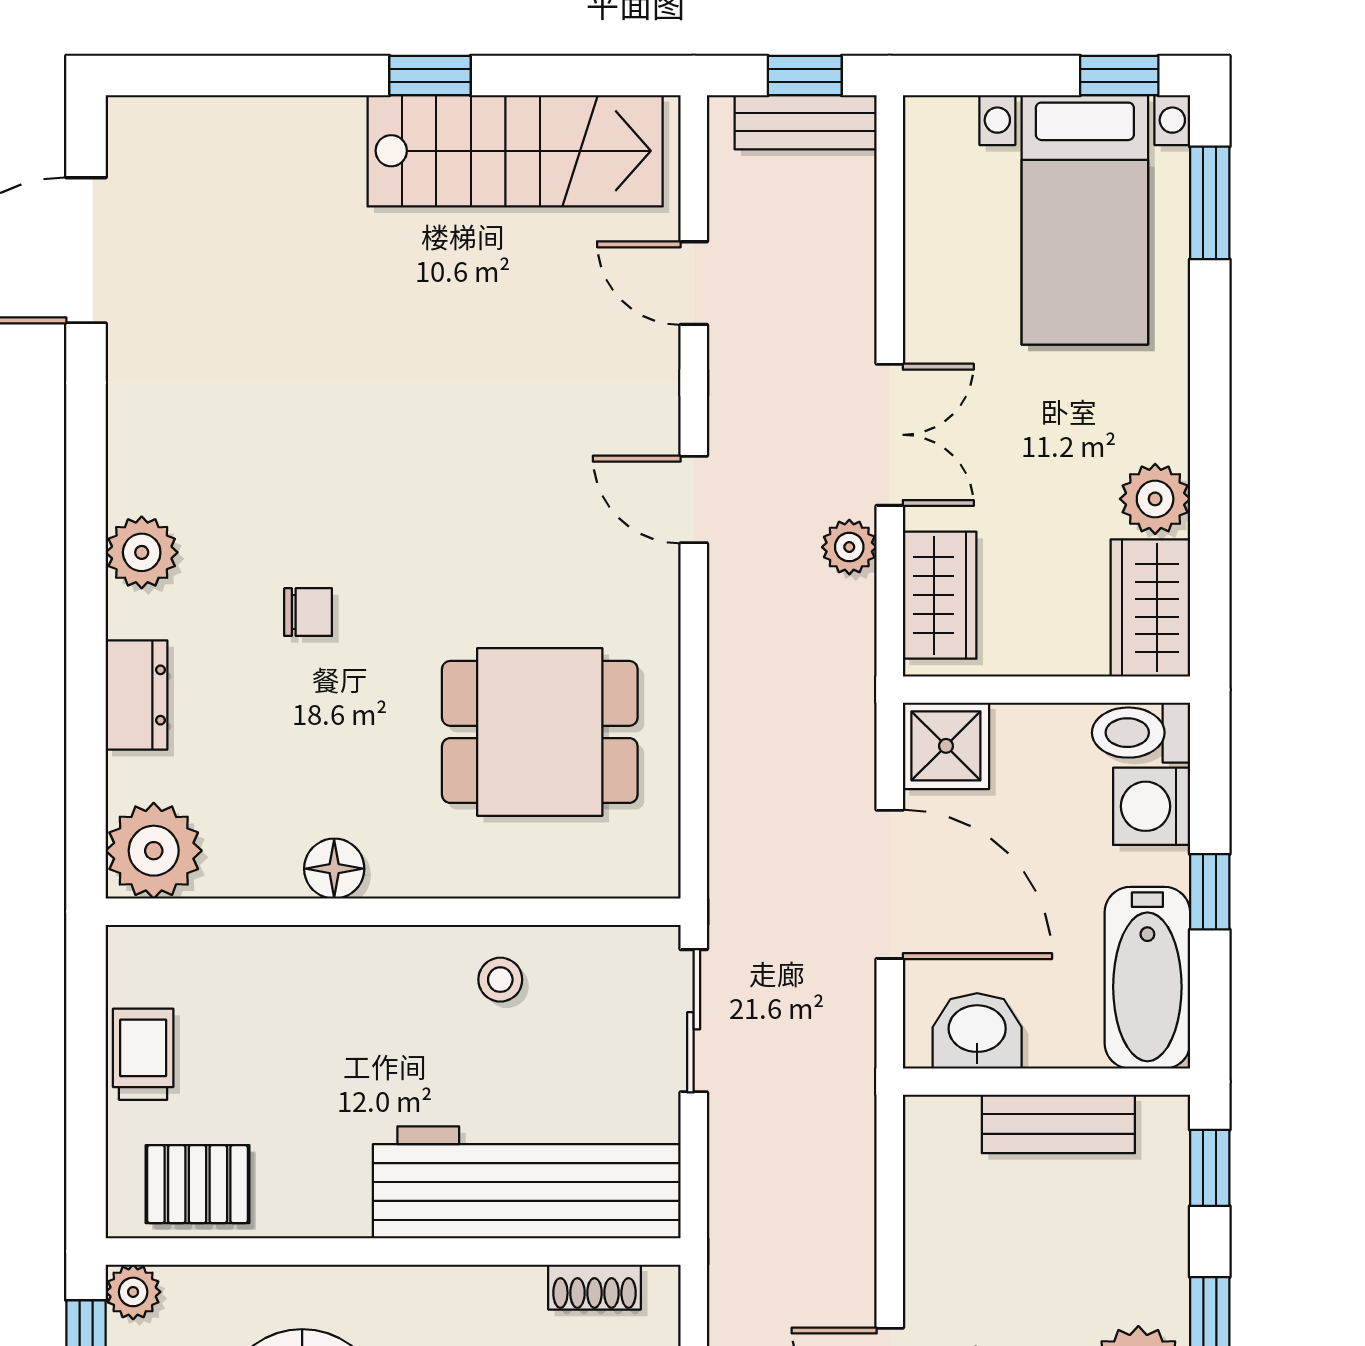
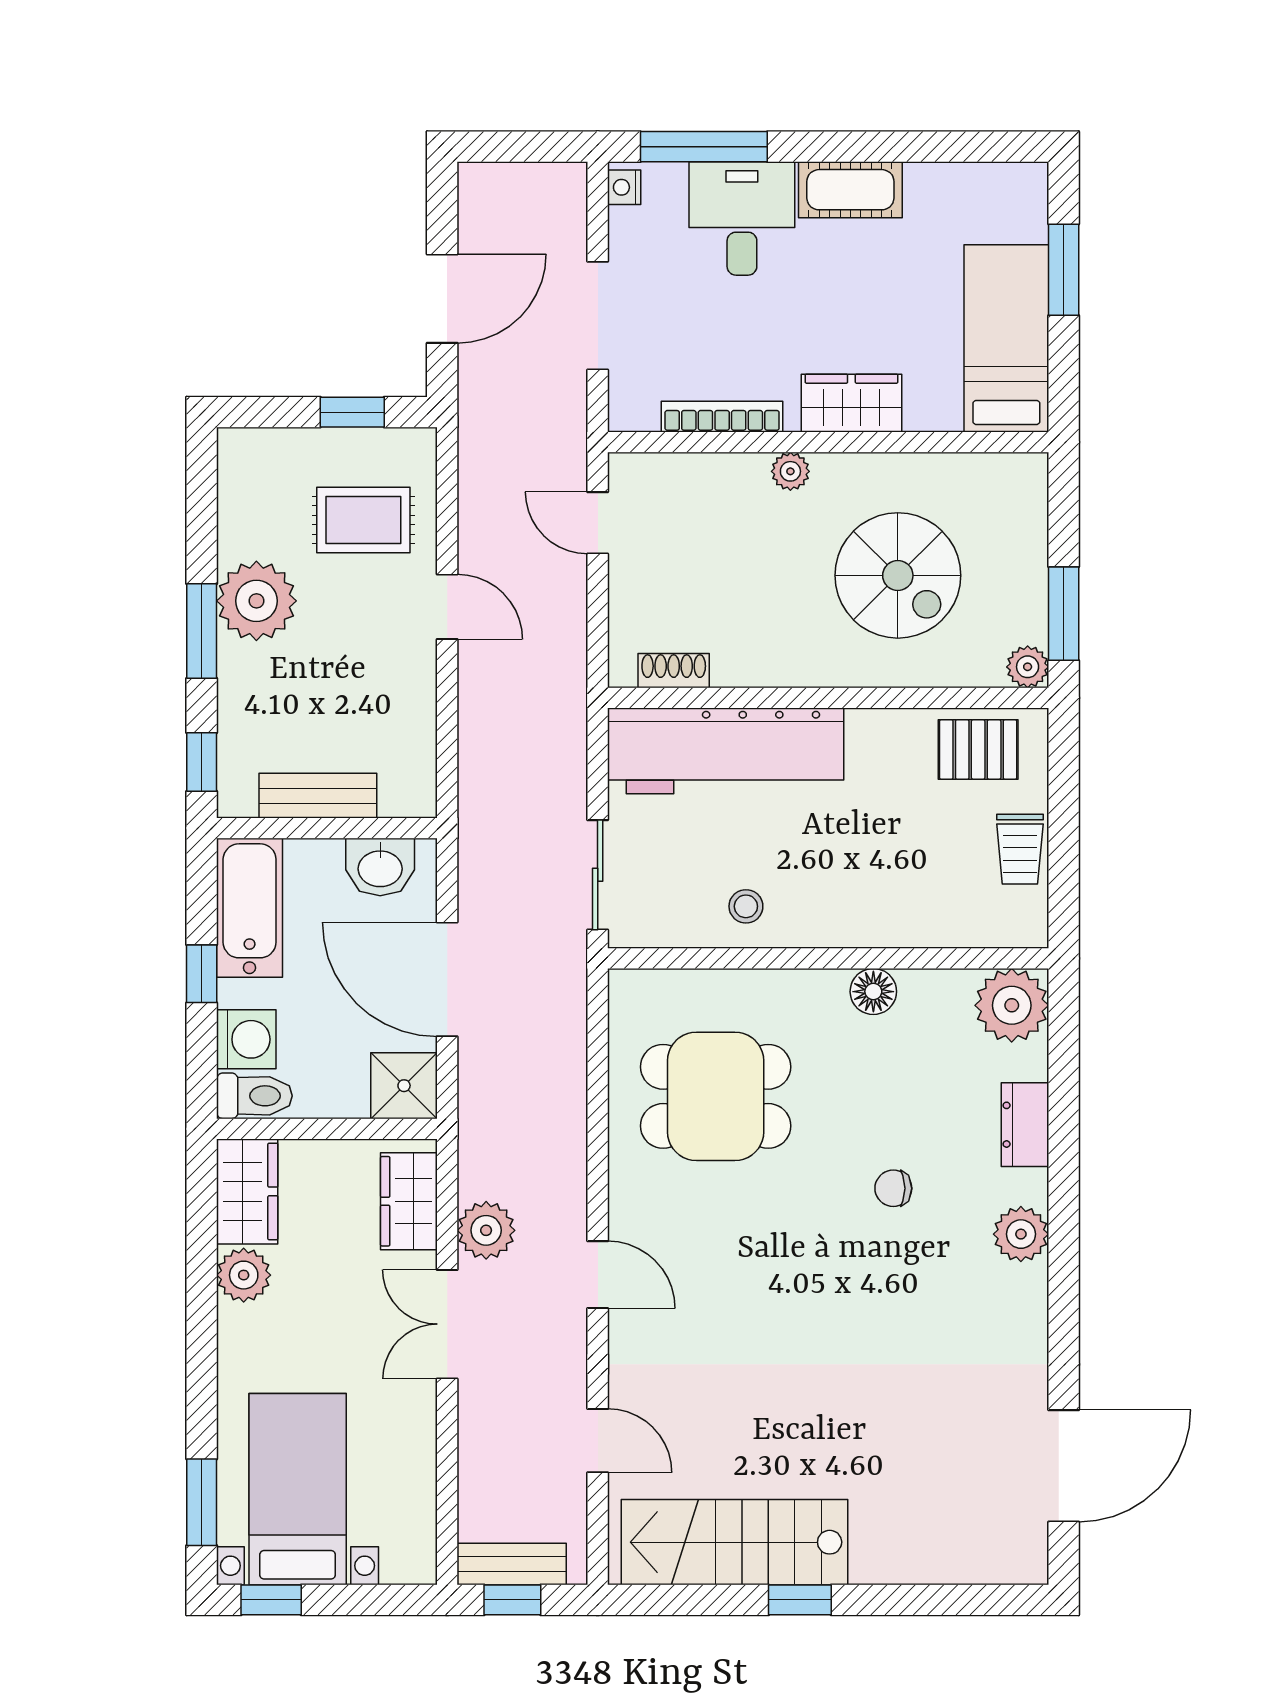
plant: (849, 547) -> (486, 1230), width x1.38, depth x1.38

